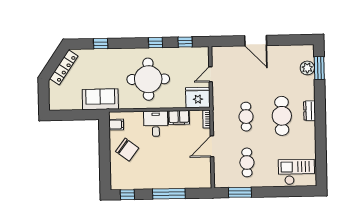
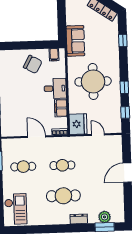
dresser: (309, 111) -> (79, 219), moved
chair: (127, 150) -> (33, 64), turned -98

